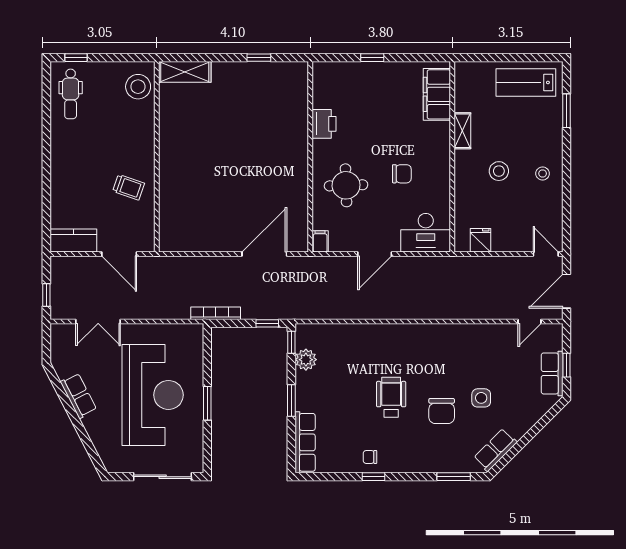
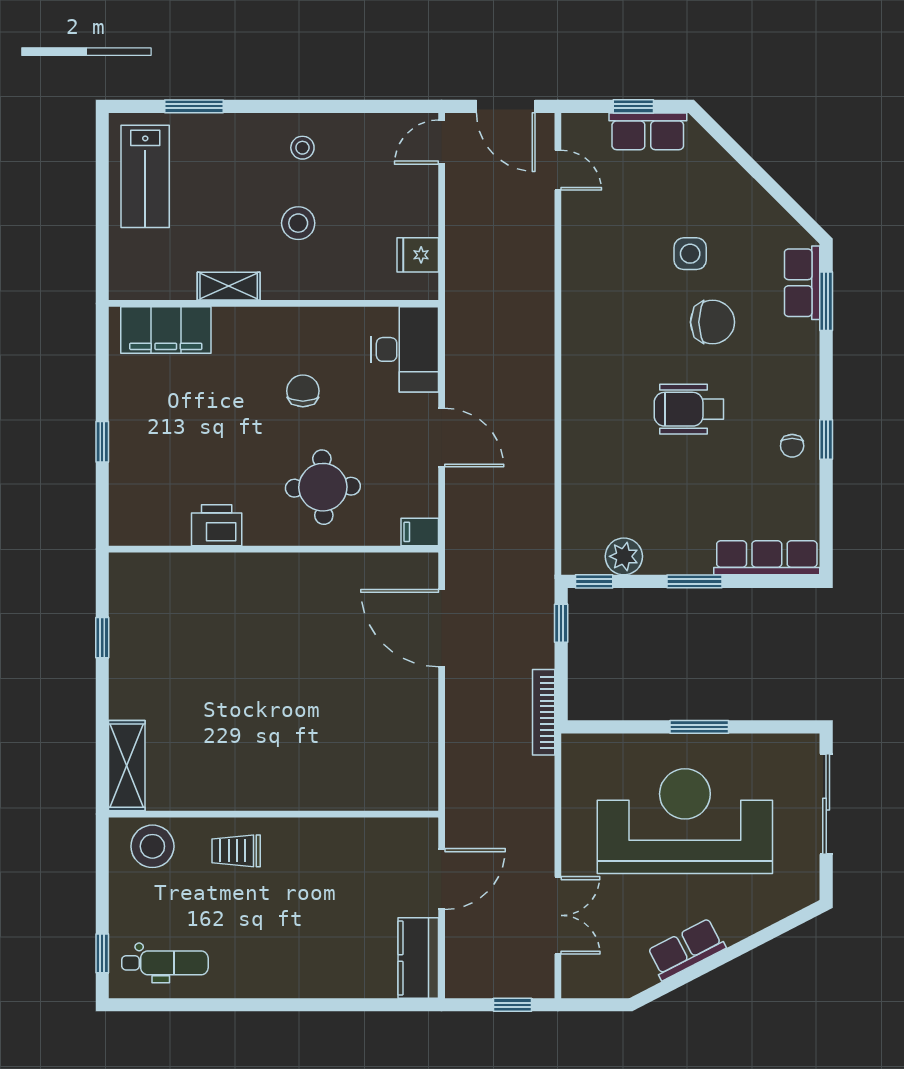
trolley: (129, 187) -> (236, 851), moved, turned -109
row of seats: (495, 450) -> (802, 283), moved, turned 45

